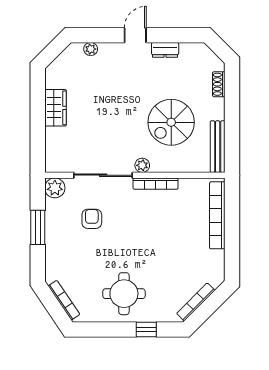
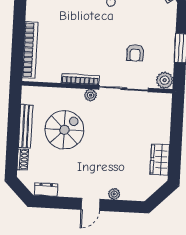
plant: (91, 49) -> (114, 194), moved
dresser: (165, 50) -> (46, 190), moved
wardrobe: (55, 108) -> (160, 160), moved
bench: (218, 147) -> (26, 126), moved

